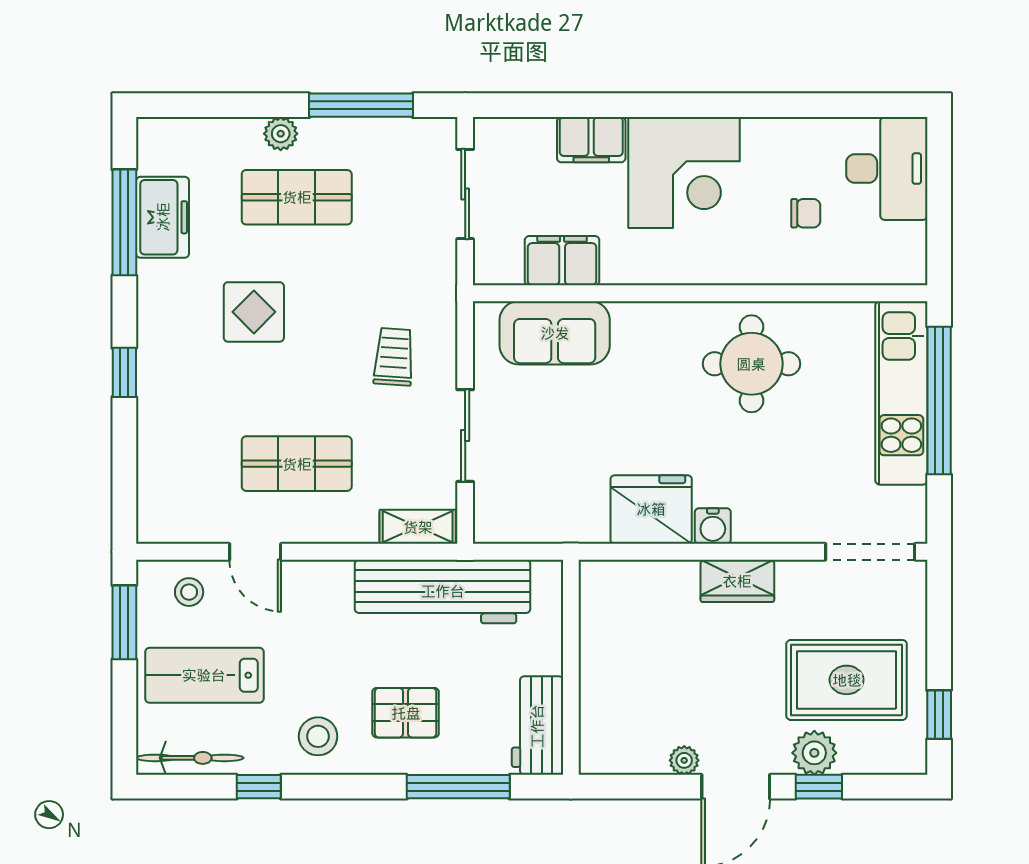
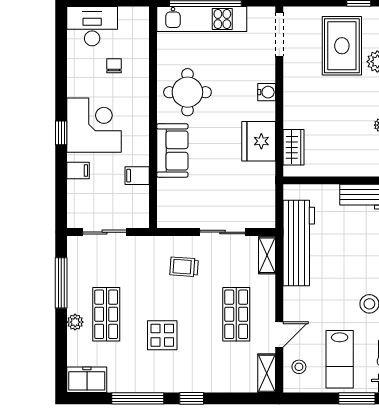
window: (668, 105) -> (61, 133), added
filing cabinet: (591, 140) -> (78, 170), width x0.50
freezer: (163, 217) -> (87, 380), moved
window: (124, 222) -> (138, 398), moved
filing cabinet: (562, 261) -> (137, 176), width x0.50
sofa: (555, 333) -> (172, 150), moved
shelving: (176, 526) -> (267, 373), added
water cooler: (713, 526) -> (267, 92), moved
wardrobe: (737, 581) -> (293, 147), moved
window: (124, 622) -> (357, 398), moved
pallet: (406, 713) -> (358, 261), removed

